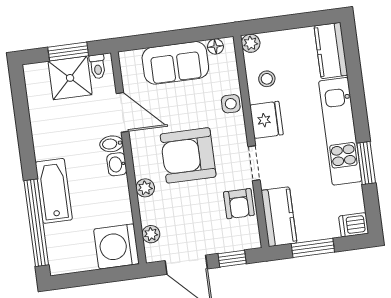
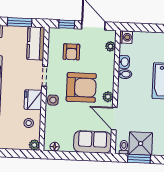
sofa: (175, 63) -> (93, 142), moved
side table: (231, 104) -> (53, 100), moved
bidet: (112, 144) -> (125, 74), moved
washbasin: (117, 164) -> (124, 62), moved
plant: (145, 188) -> (108, 97), moved
armchair: (239, 204) -> (71, 52), moved, turned 180
washing machine: (116, 246) -> (126, 37), width x0.53, depth x0.53

